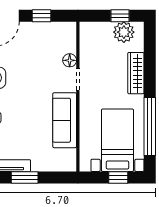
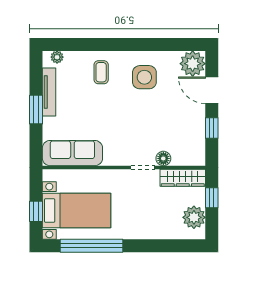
window: (120, 16) -> (212, 198), moved
wardrobe: (136, 73) -> (183, 178), moved, turned 180
sofa: (65, 120) -> (72, 153), moved

